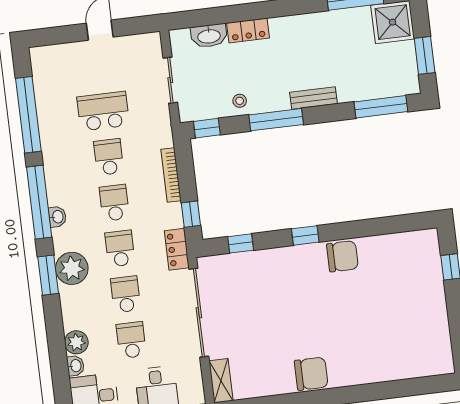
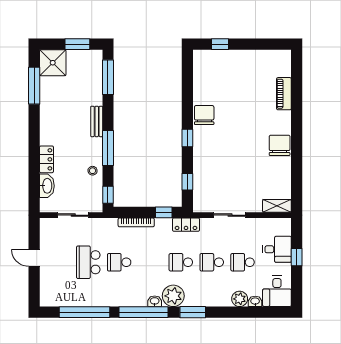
school desk: (114, 203) -> (150, 262), removed
plant: (72, 268) -> (173, 296), moved
sliding door: (199, 313) -> (230, 215), width x0.54
piano: (389, 371) -> (284, 94), added

